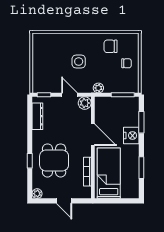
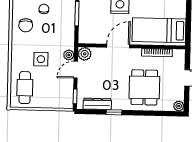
cafe table: (51, 47) -> (25, 88), added
plant: (98, 88) -> (69, 55), moved
dining table: (54, 160) -> (144, 87), turned 90
window: (30, 161) -> (114, 112), moved

